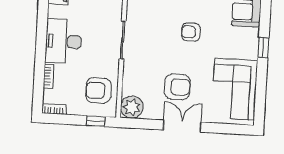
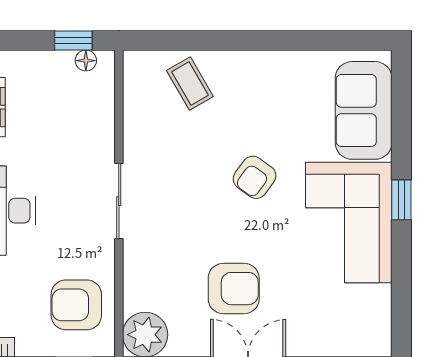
armchair: (191, 32) -> (255, 177), turned -54
corner sofa: (235, 89) -> (349, 222), moved

